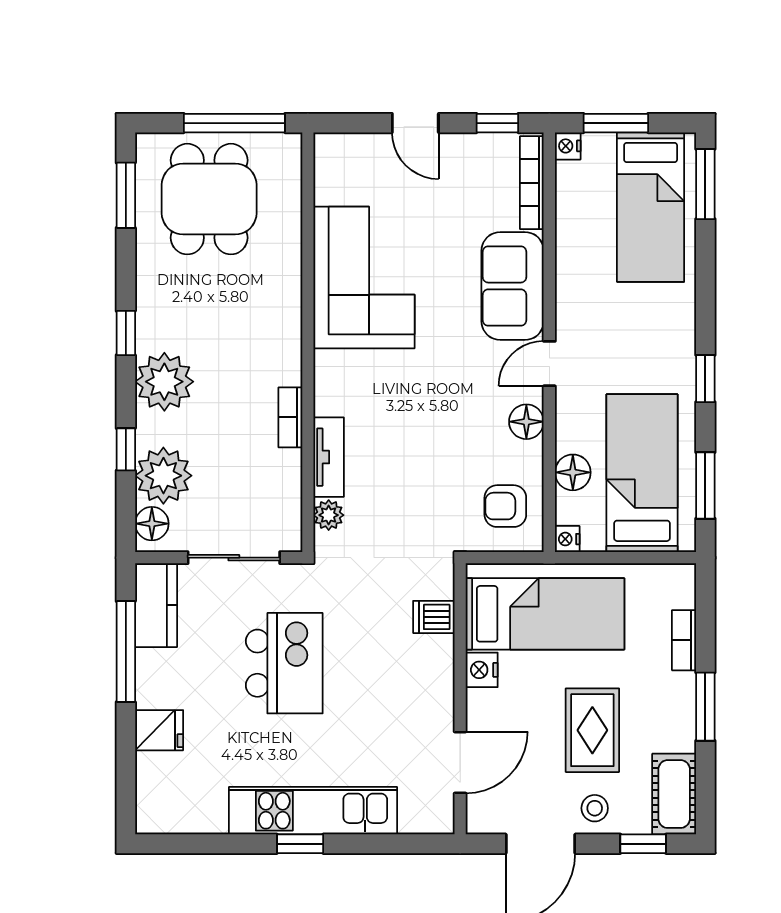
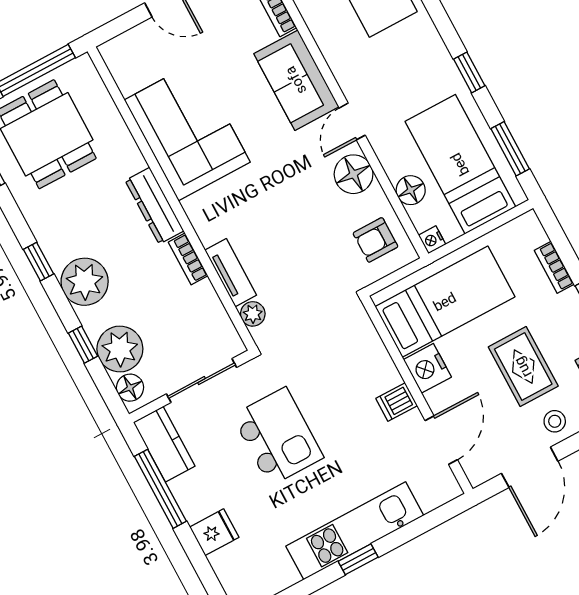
dresser: (285, 340) -> (154, 206), added
floor lamp: (526, 422) -> (354, 174), width x1.38, depth x1.38
dishwasher: (434, 617) -> (397, 402), moved
nightstand: (482, 670) -> (427, 368), width x1.36, depth x1.33

